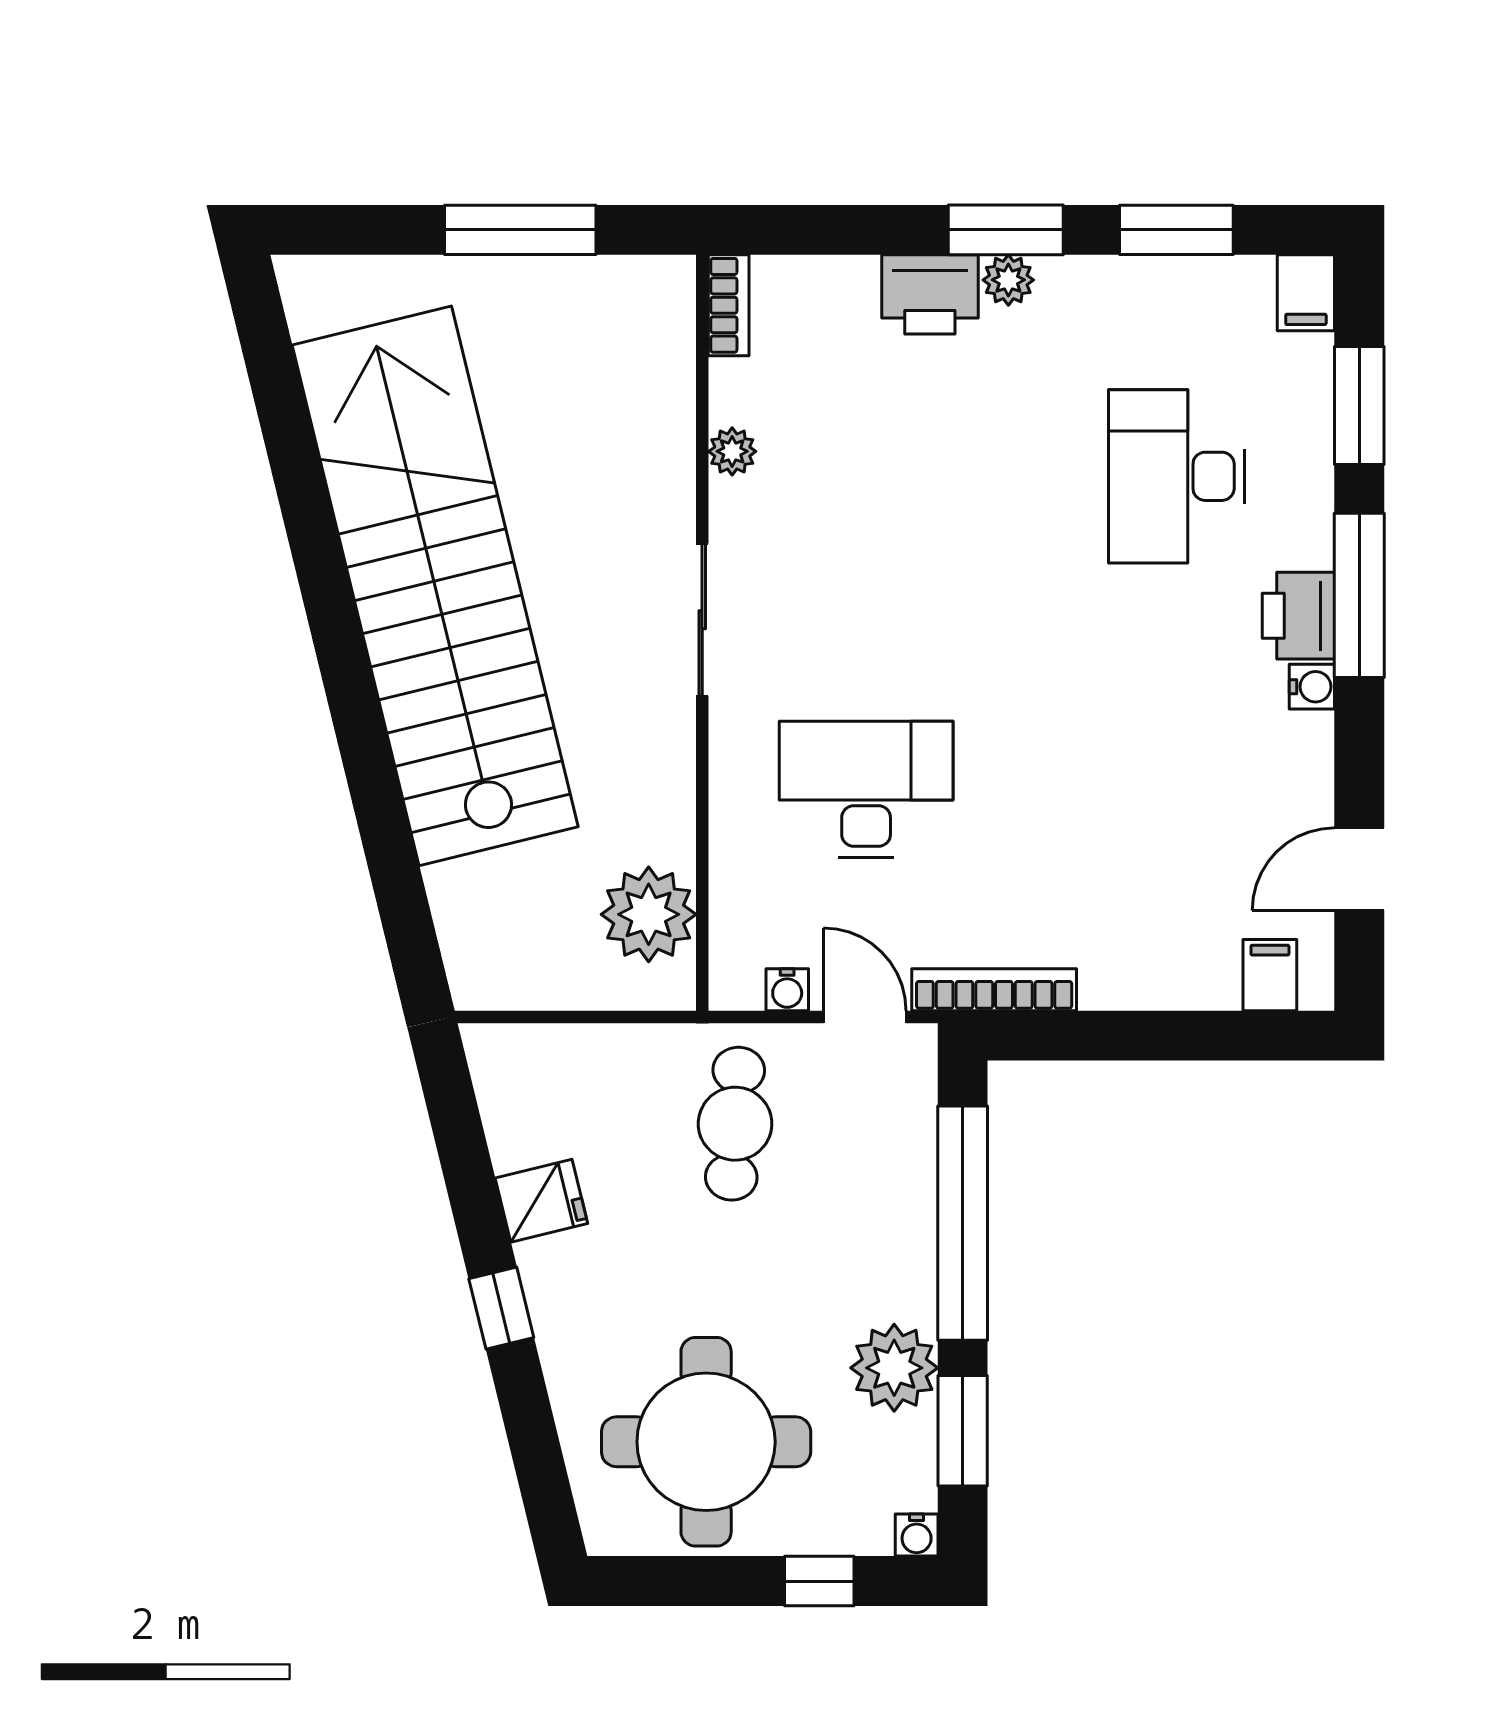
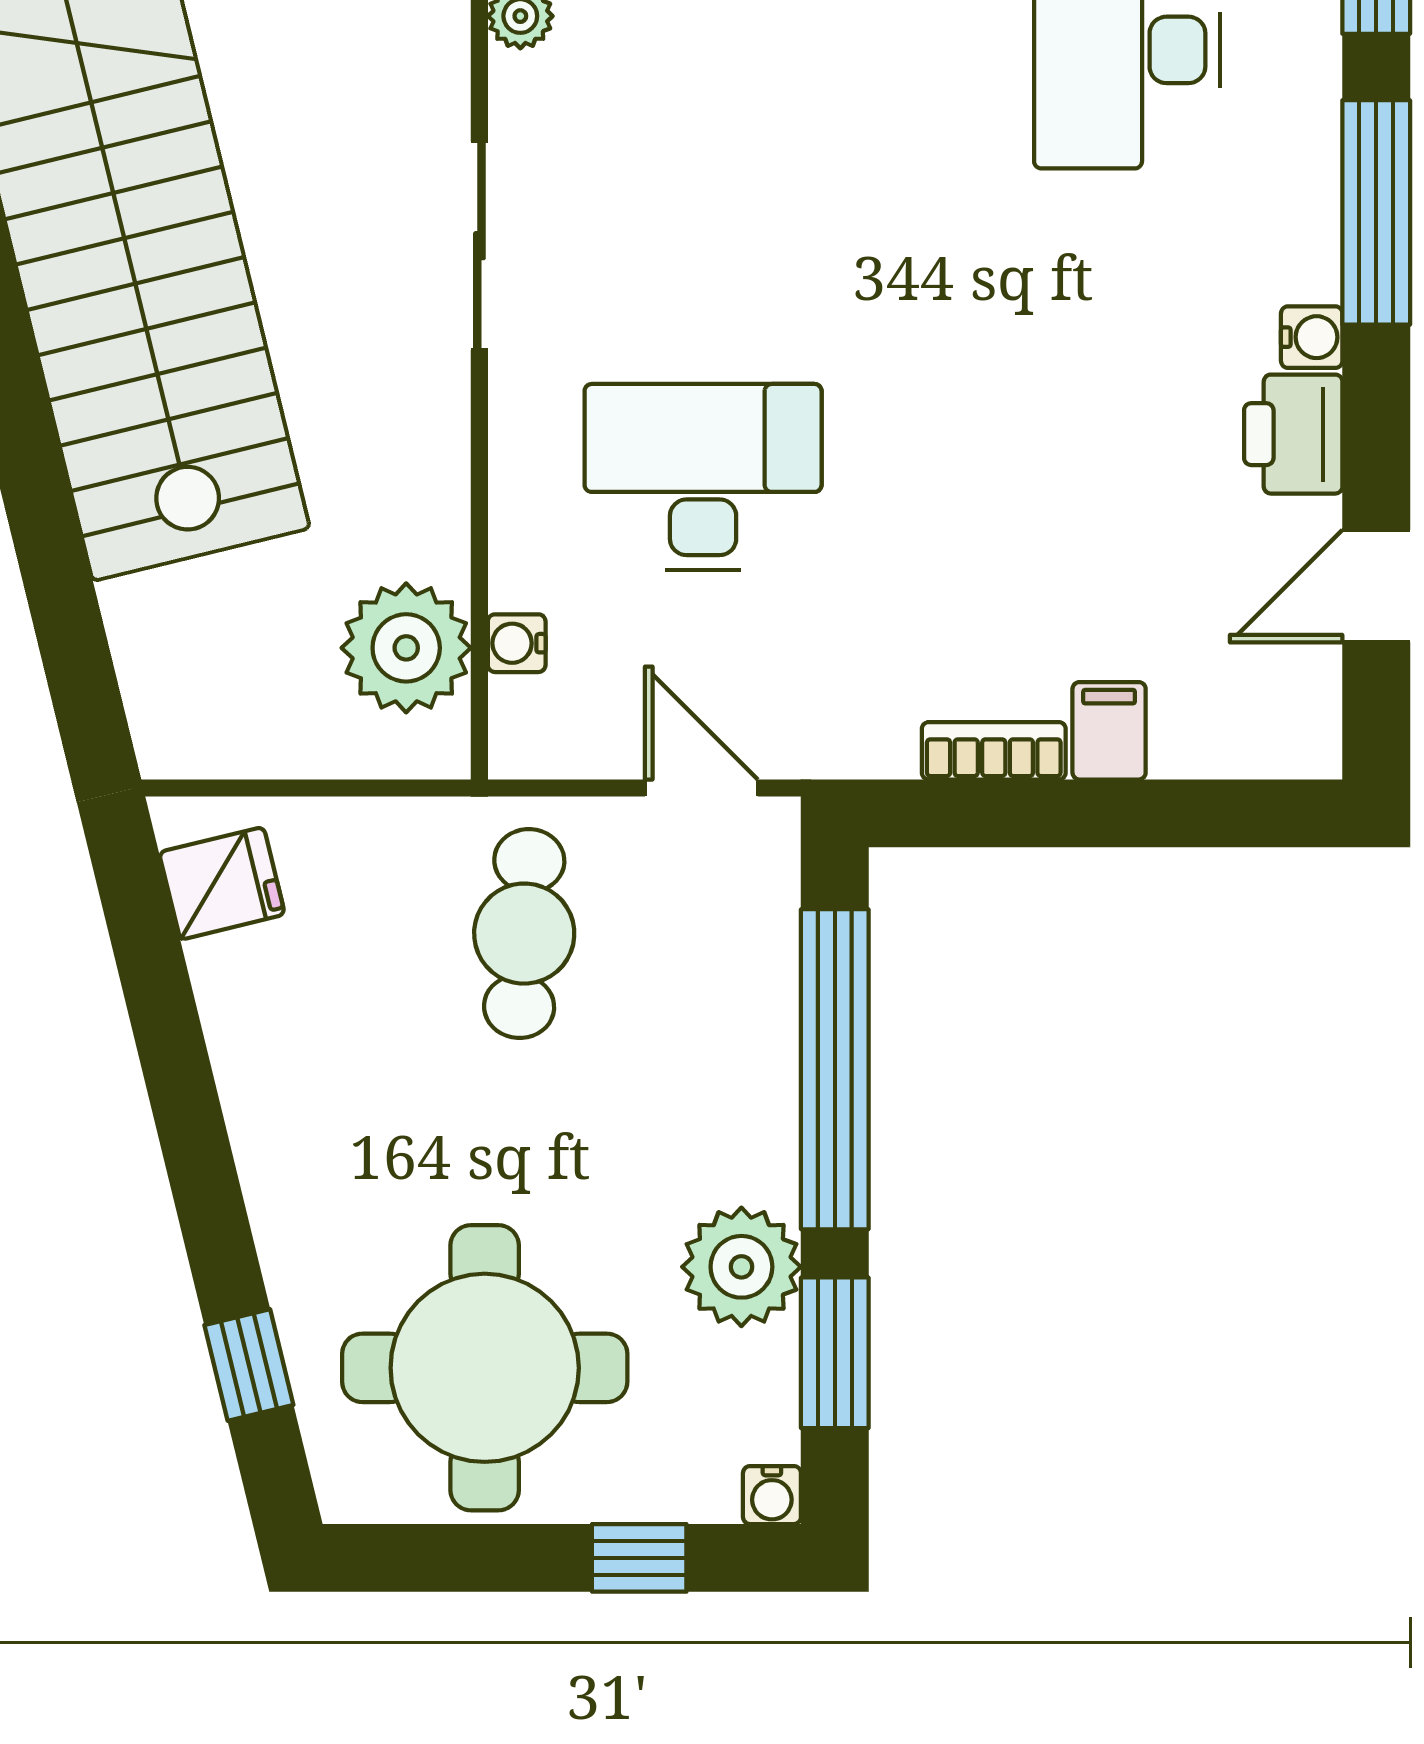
printer: (1298, 616) -> (1293, 434), moved
filing cabinet: (1270, 975) -> (1109, 731), moved
water cooler: (787, 990) -> (517, 643), moved, turned 90
bookcase: (994, 990) -> (994, 751), moved, width x0.64
fridge: (541, 1201) -> (222, 883), moved
window: (501, 1308) -> (249, 1365), moved

